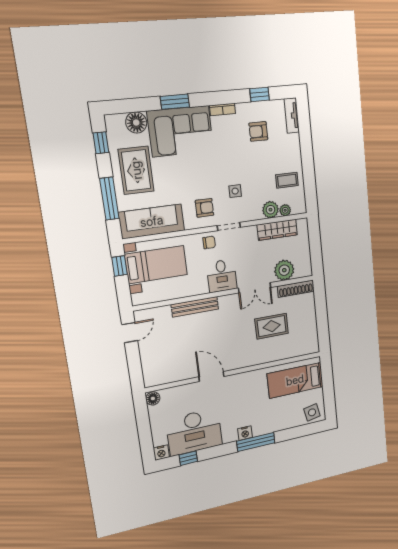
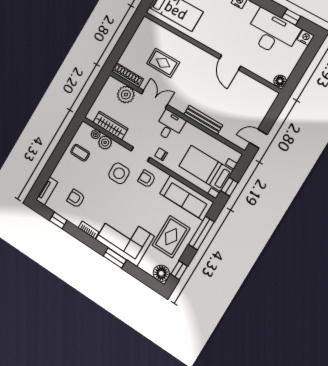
floor lamp: (136, 123) -> (161, 273), moved
armchair: (258, 131) -> (76, 198), turned 180
side table: (235, 191) -> (119, 173), width x1.87, depth x1.87

